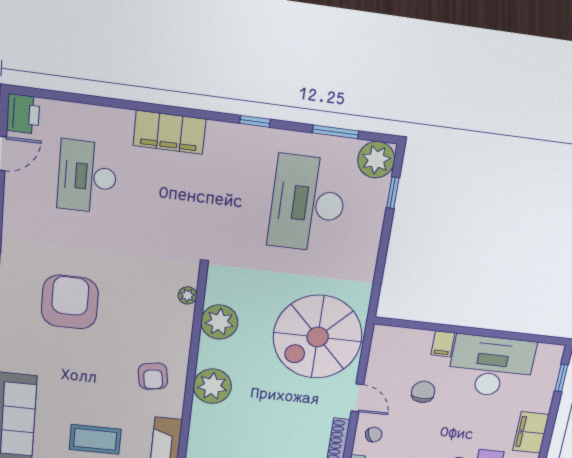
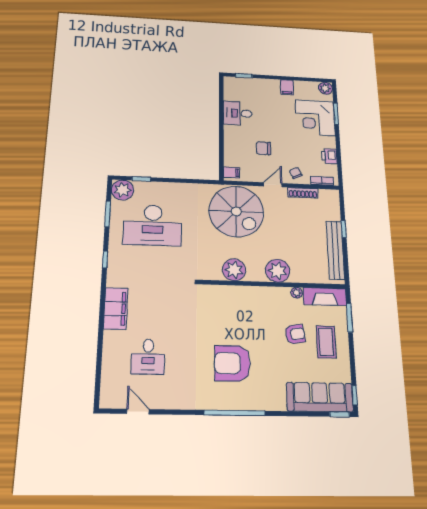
printer: (23, 114) -> (111, 399), removed
desk: (87, 177) -> (148, 357), width x0.73
plant: (187, 295) -> (297, 293), moved
filing cabinet: (443, 344) -> (232, 172), moved
desk: (491, 366) -> (238, 113), width x0.53, depth x0.77
armchair: (153, 376) -> (295, 334), moved
filing cabinet: (531, 432) -> (287, 87), width x0.50

